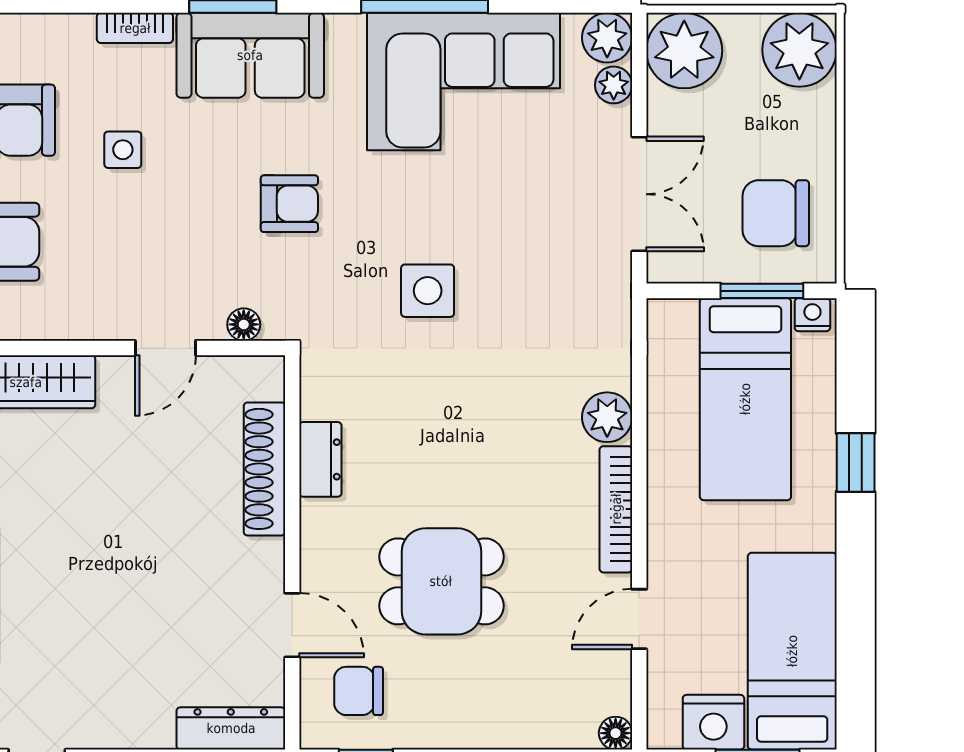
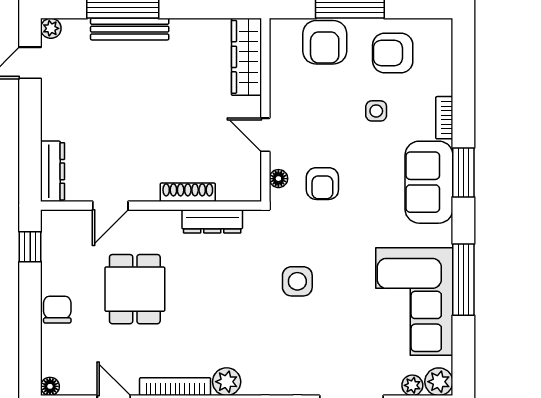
armchair: (289, 204) -> (322, 184), moved
dresser: (320, 459) -> (212, 221), width x1.44
shoe rack: (264, 469) -> (188, 192), width x0.74, depth x0.81
chair: (359, 691) -> (57, 310), moved

